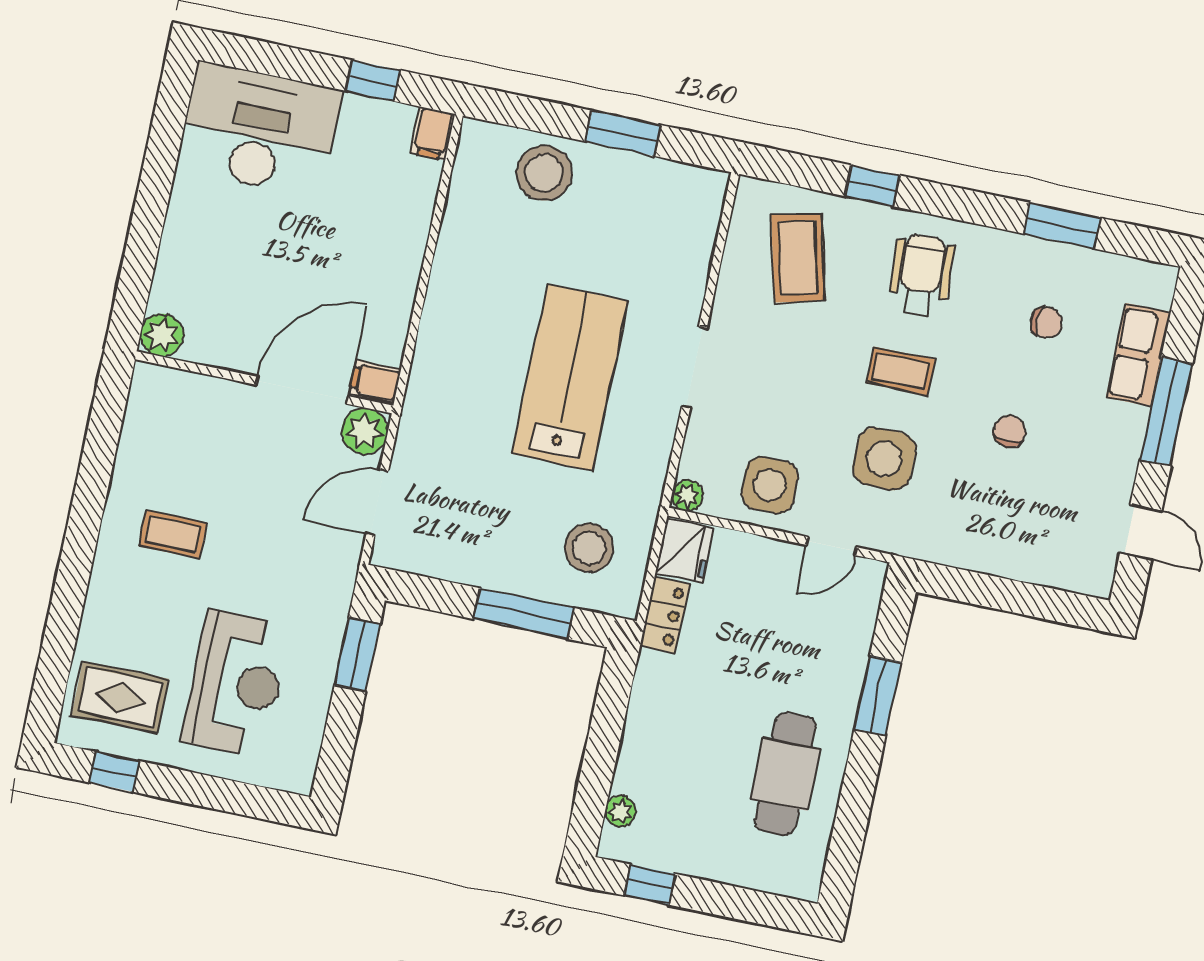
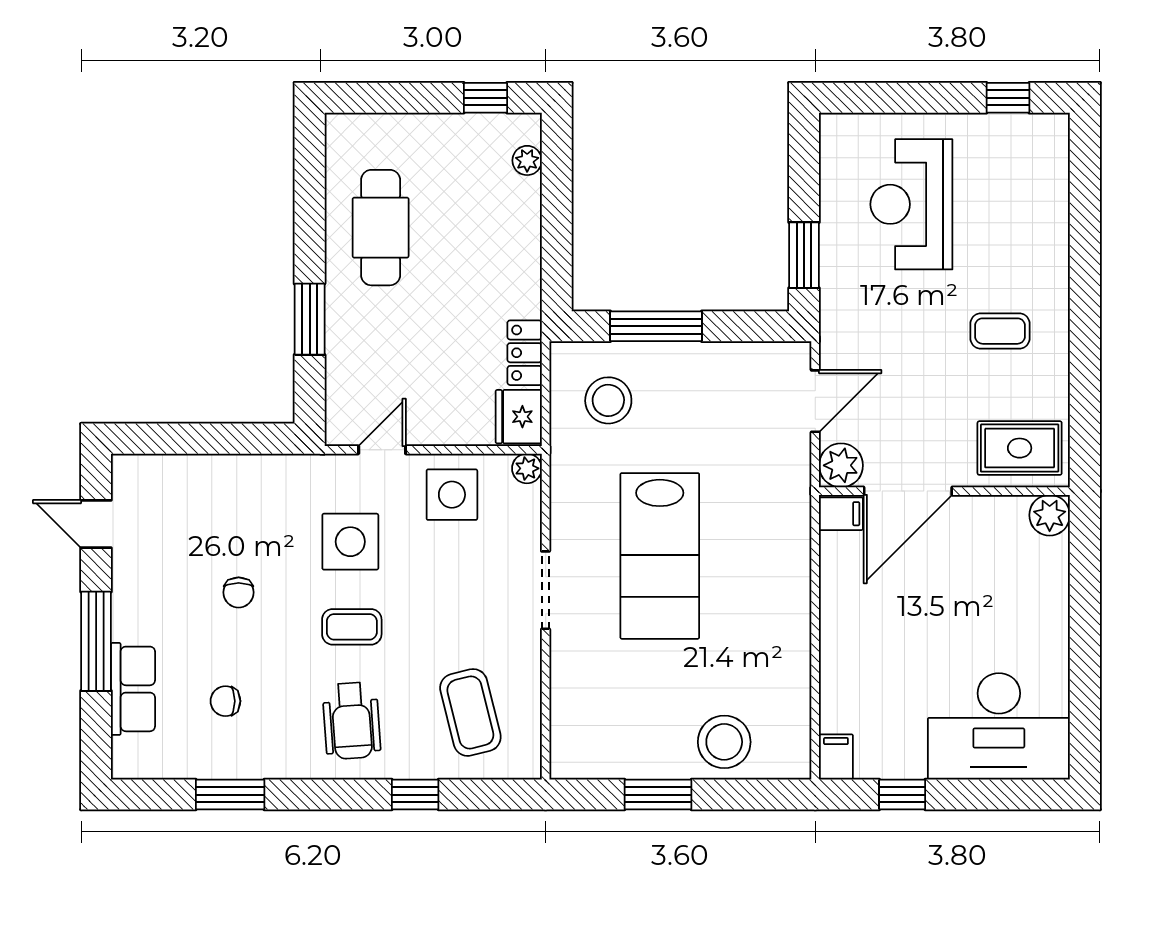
rug: (120, 697) -> (1020, 448), moved

